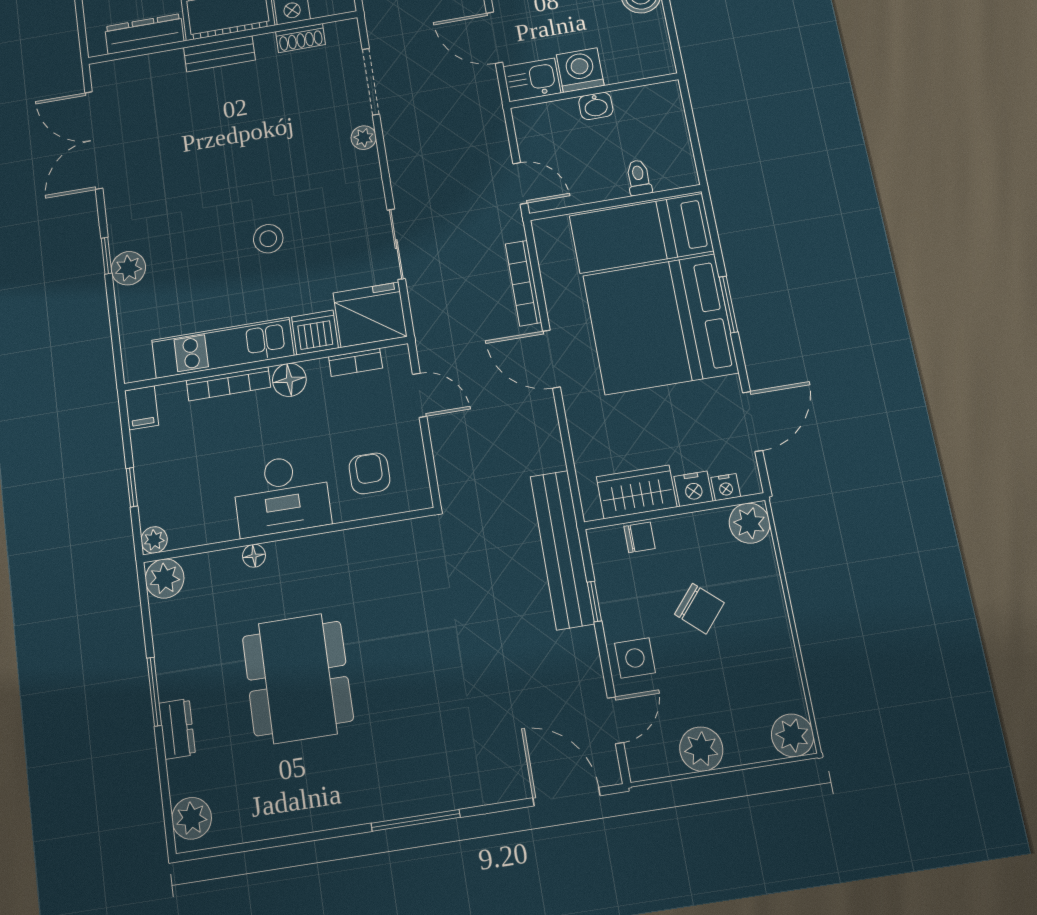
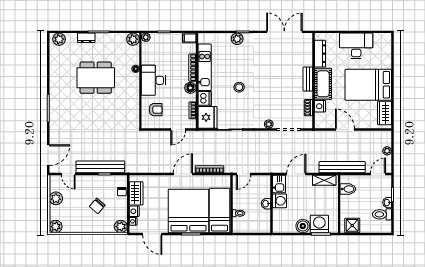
bench: (562, 550) -> (100, 167), moved
side table: (635, 658) -> (86, 183), removed

